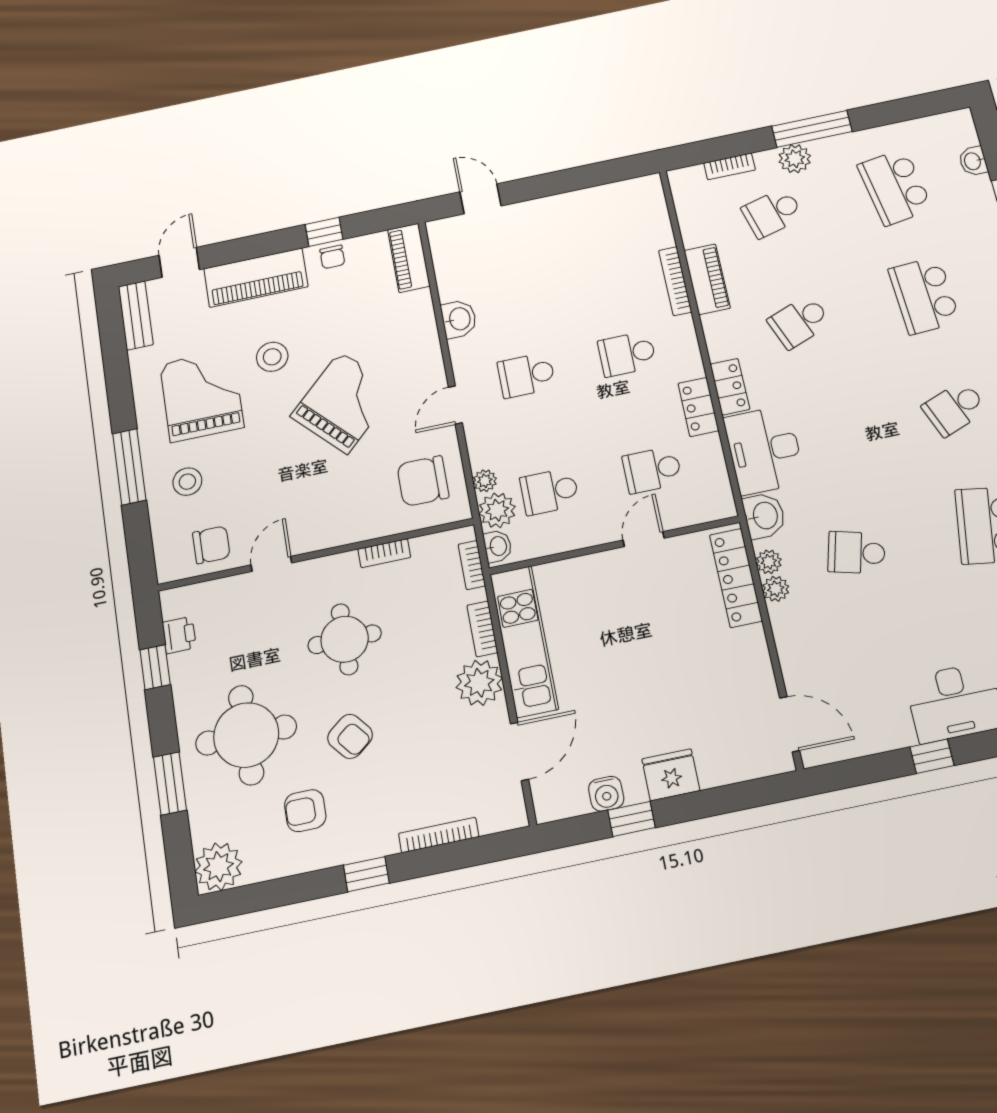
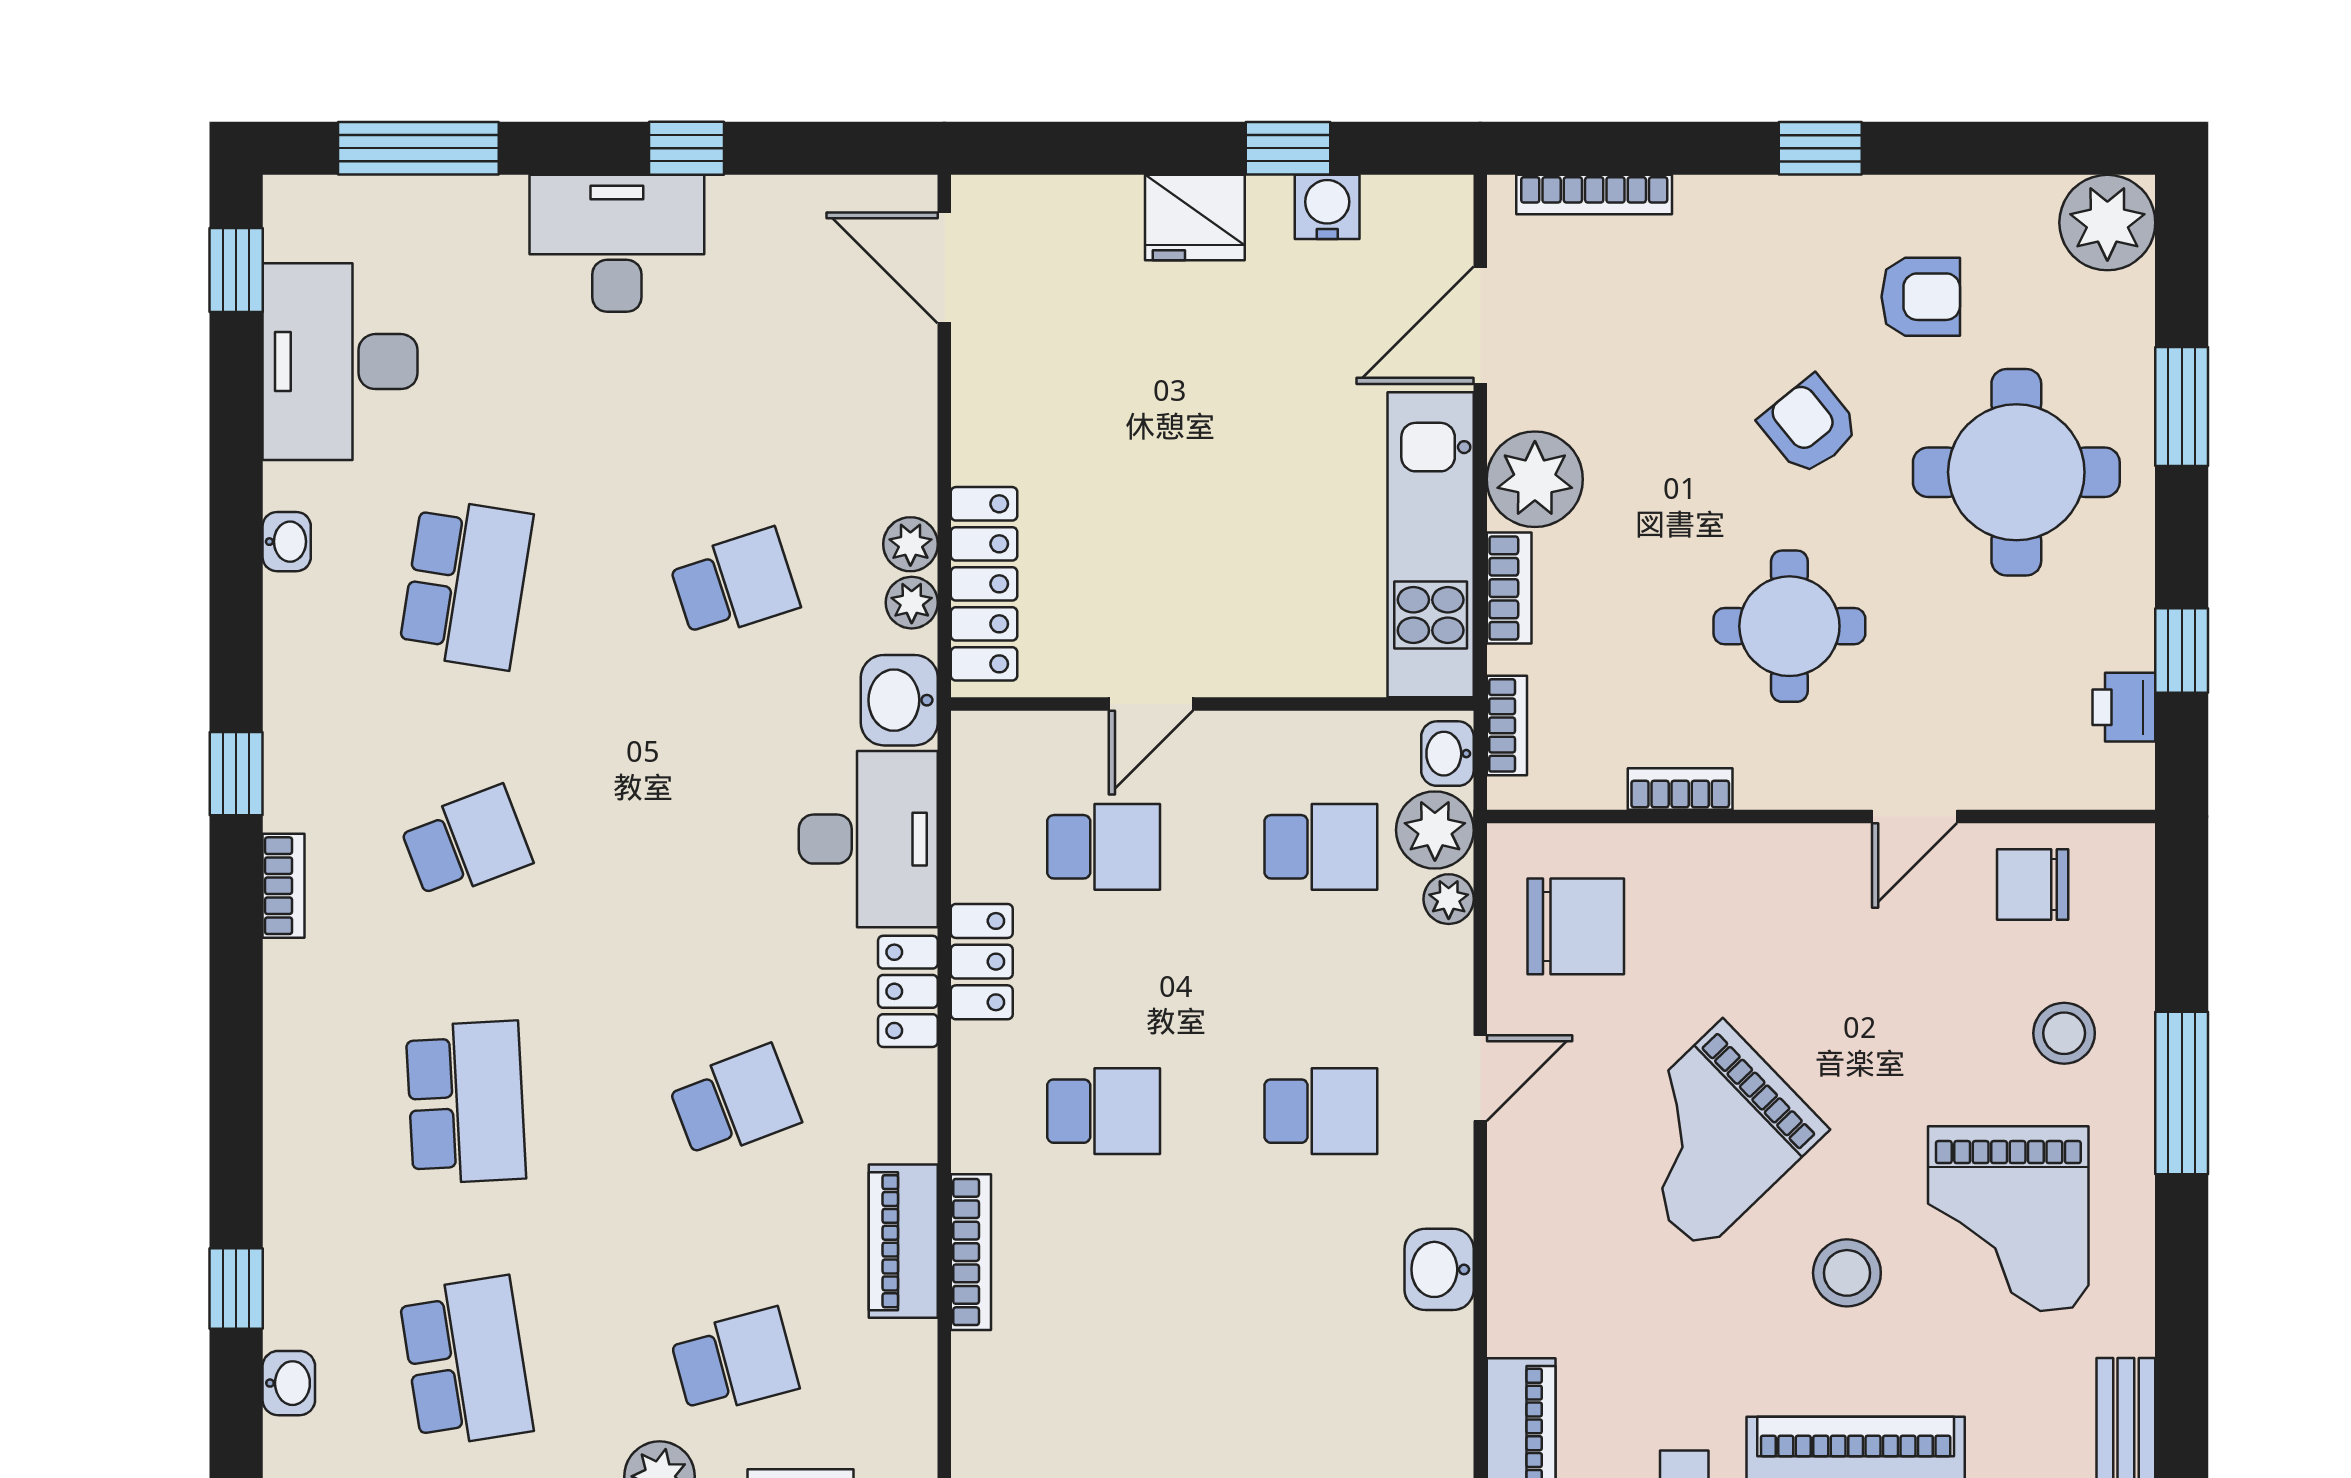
school desk: (856, 553) -> (734, 584), turned -33
bookcase: (439, 835) -> (1594, 195), moved

